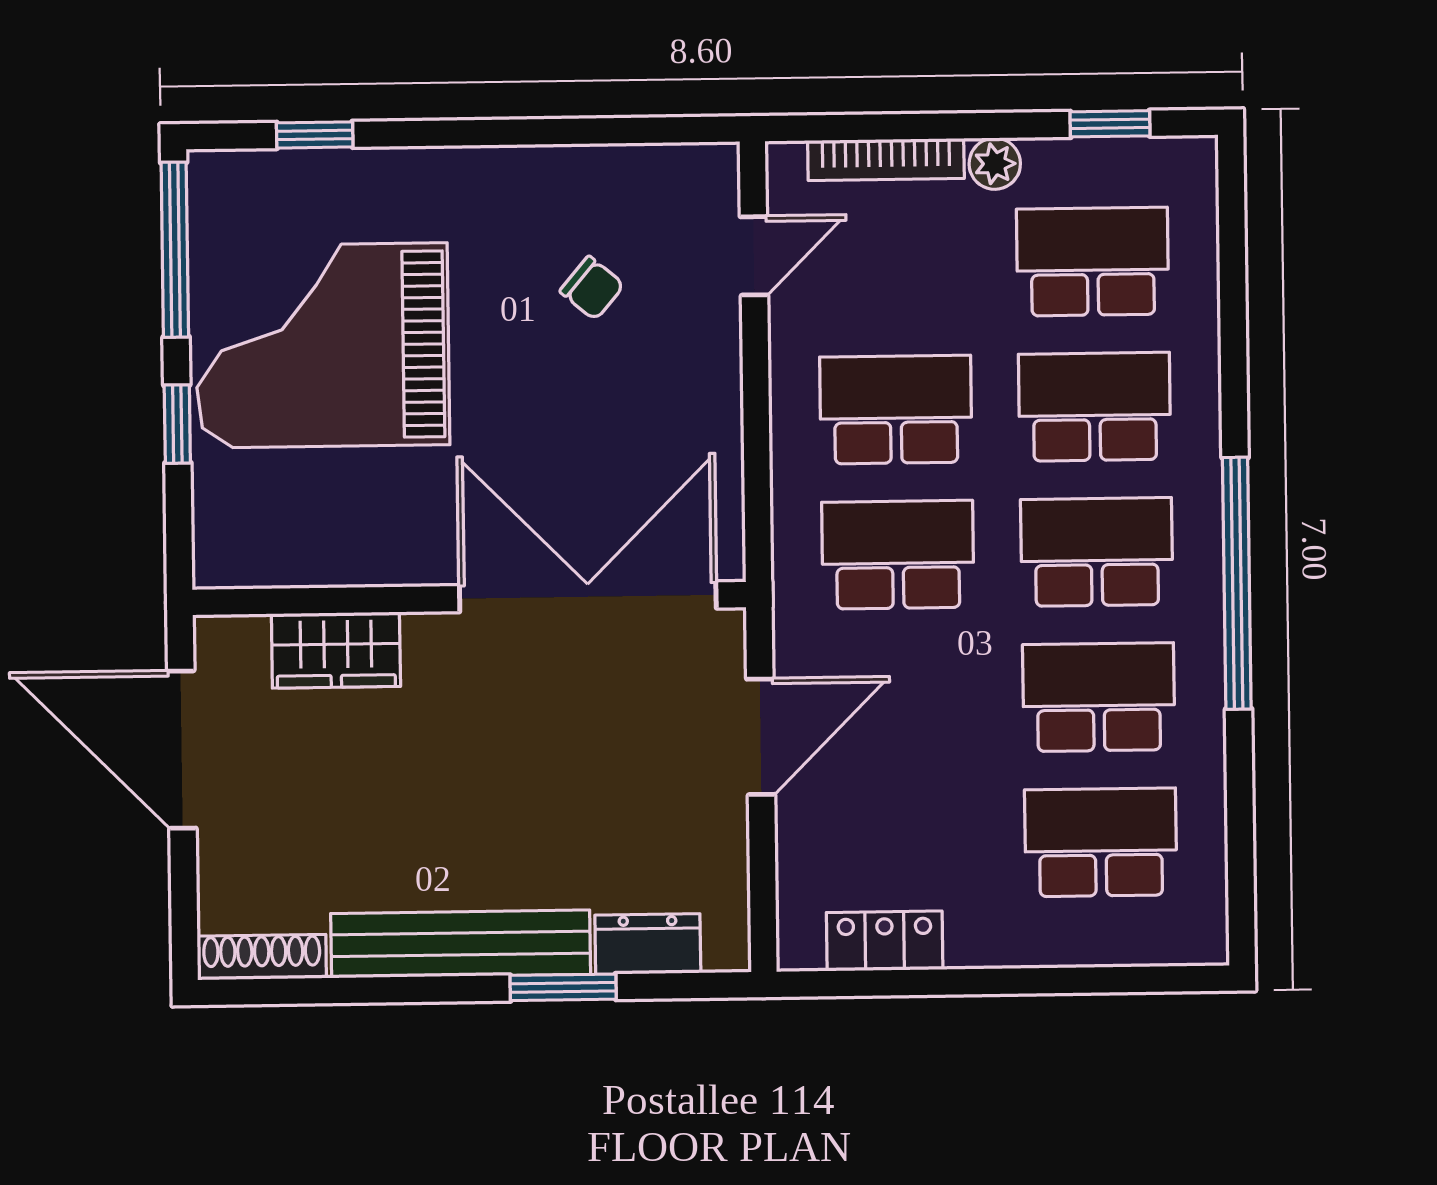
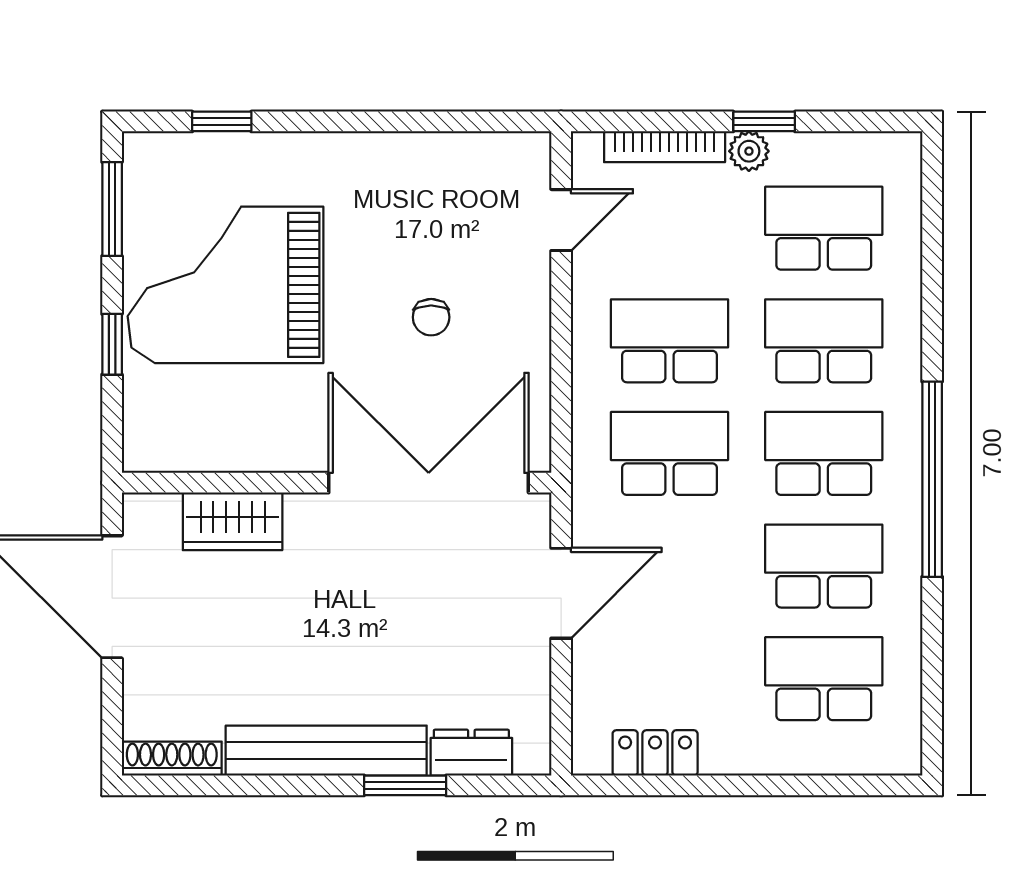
window: (1110, 124) -> (764, 121), moved
window: (175, 250) -> (112, 209), width x0.69
chair: (592, 288) -> (431, 317), moved, turned 50

